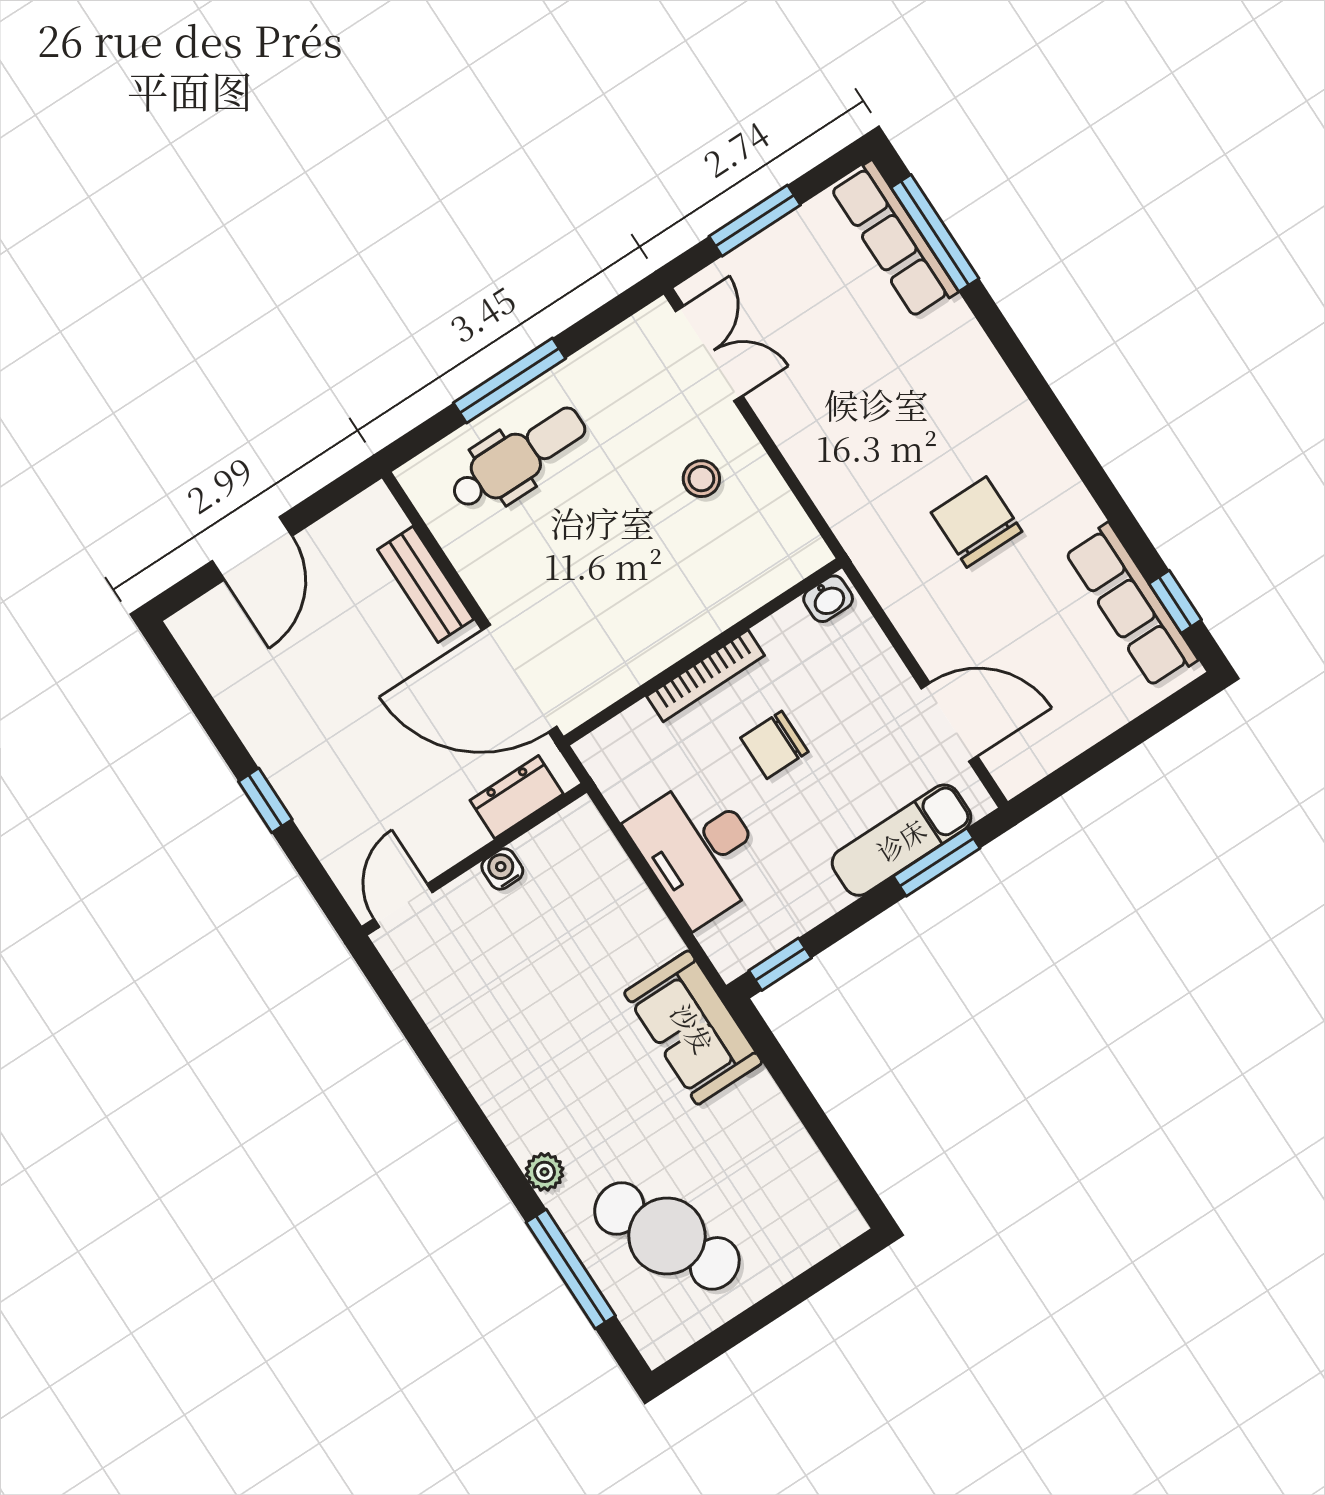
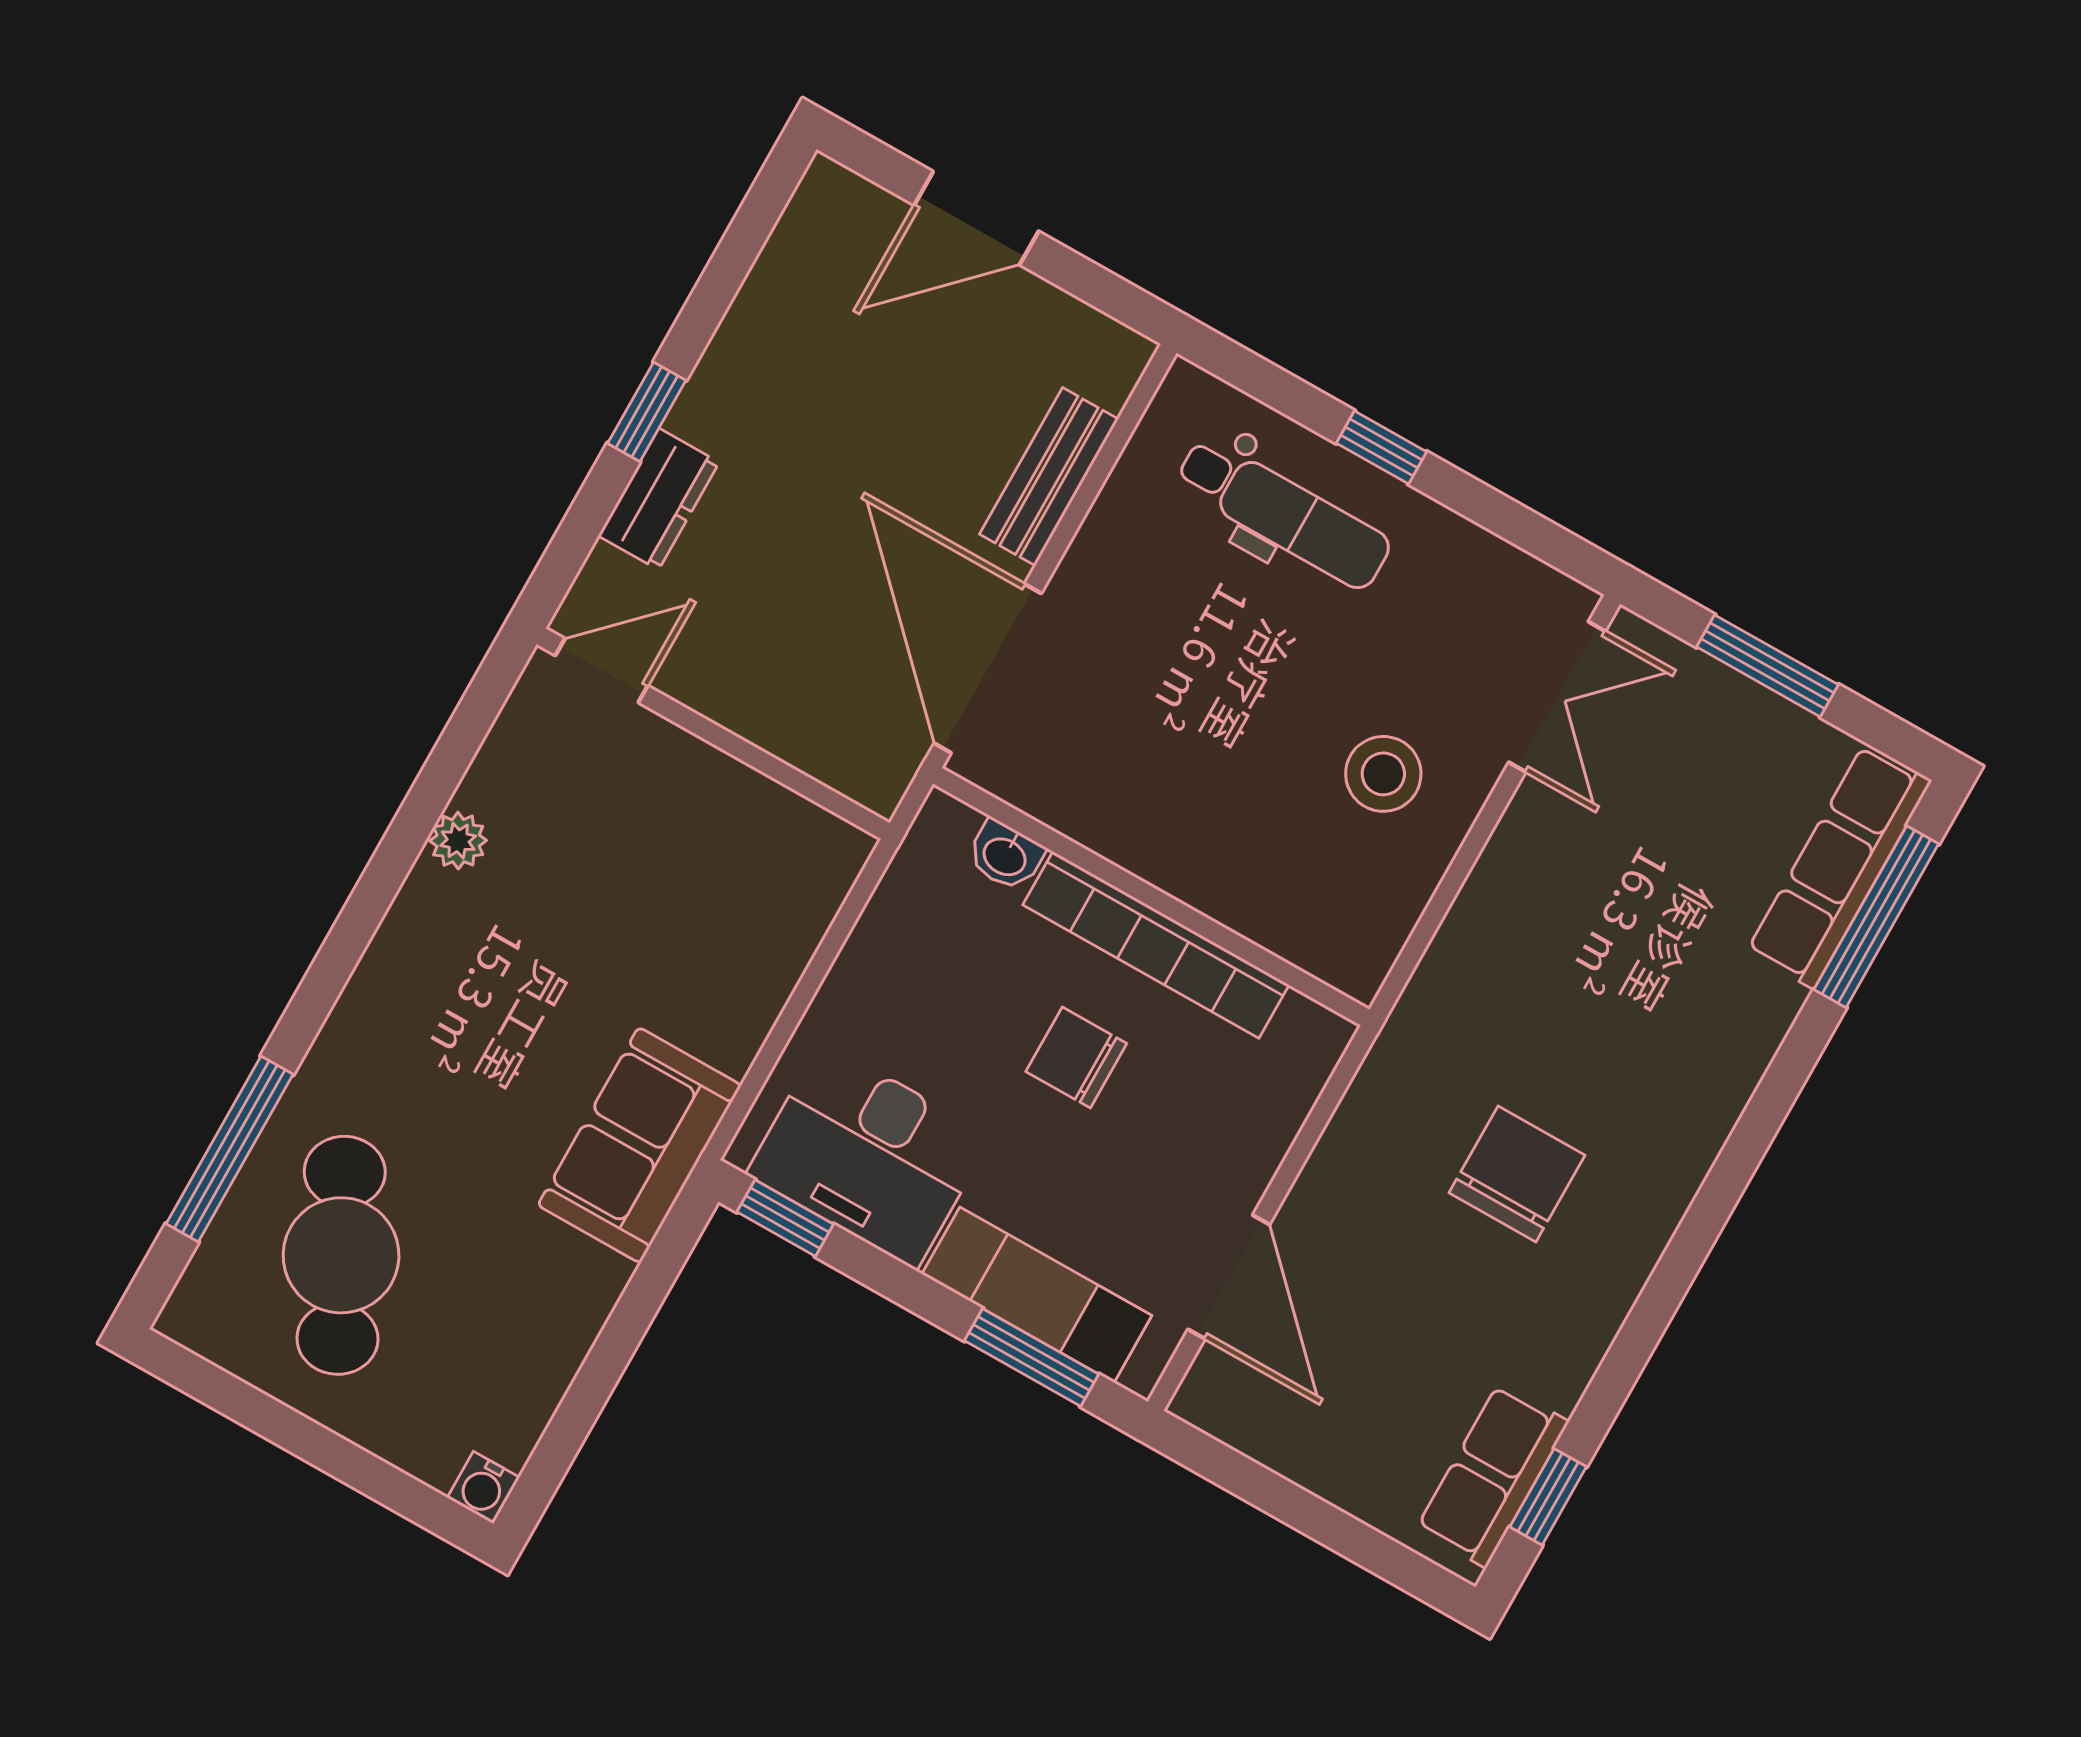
window: (509, 381) -> (1382, 447), width x0.46
stool: (701, 479) -> (1383, 774), width x1.37, depth x1.37
washbasin: (828, 599) -> (1005, 855), moved
row of seats: (1131, 605) -> (1493, 1475), width x0.68
bookcase: (706, 676) -> (1156, 945), width x1.48, depth x1.31
dresser: (517, 797) -> (659, 499), moved, turned 90
desk: (699, 850) -> (869, 1155), moved, turned -90
water cooler: (502, 869) -> (483, 1488), moved, turned 180
plant: (545, 1172) -> (458, 841), moved

